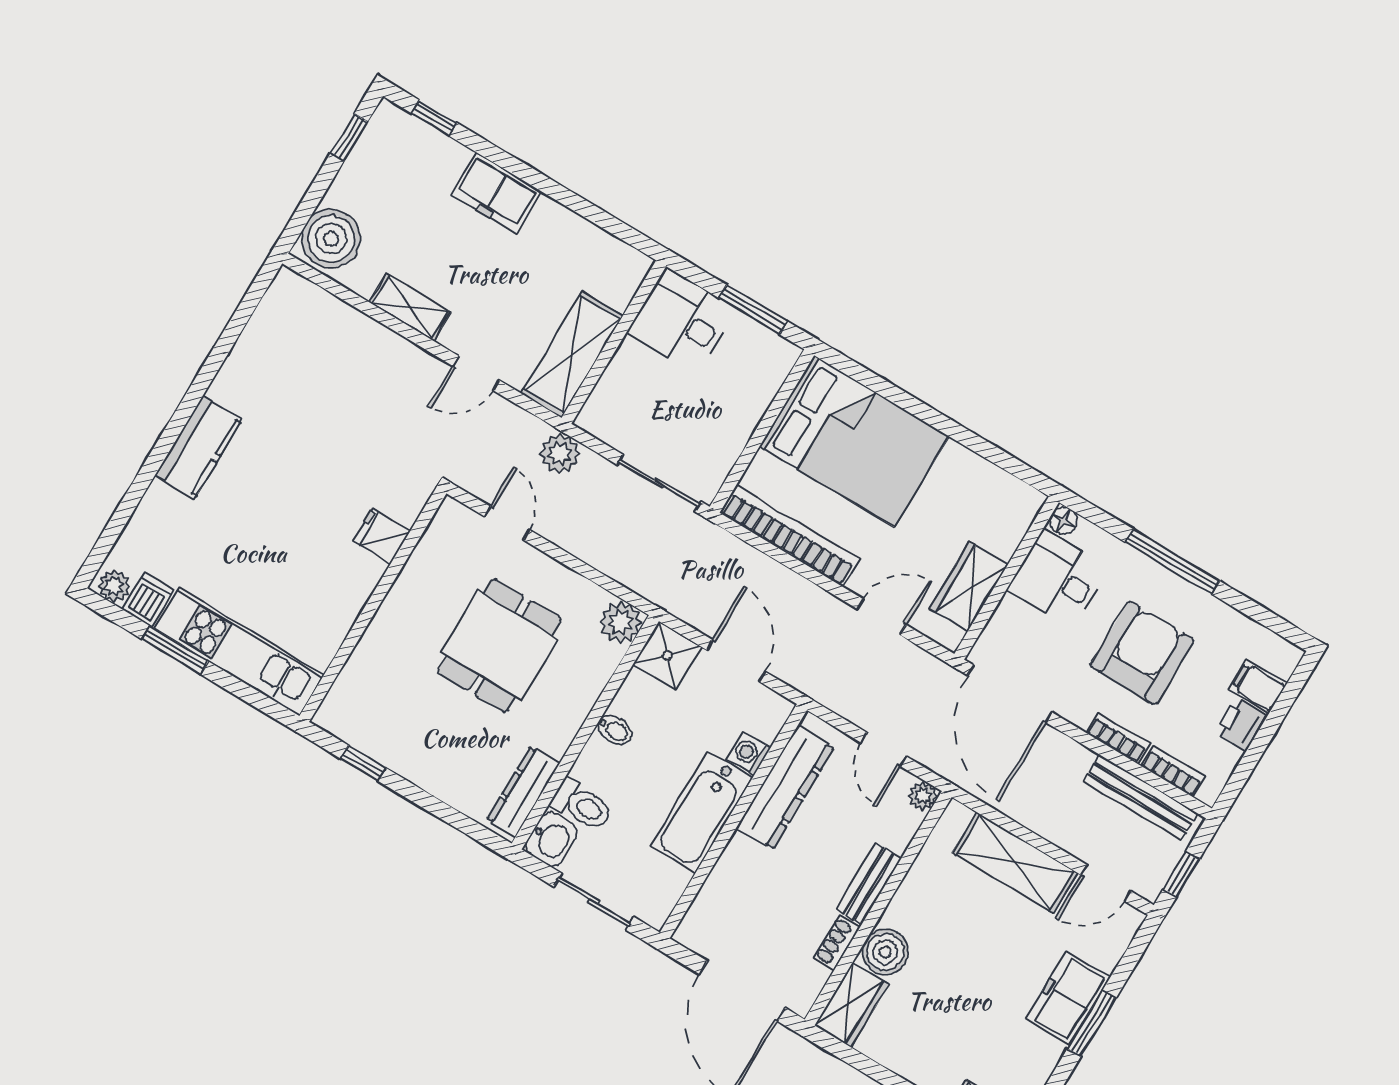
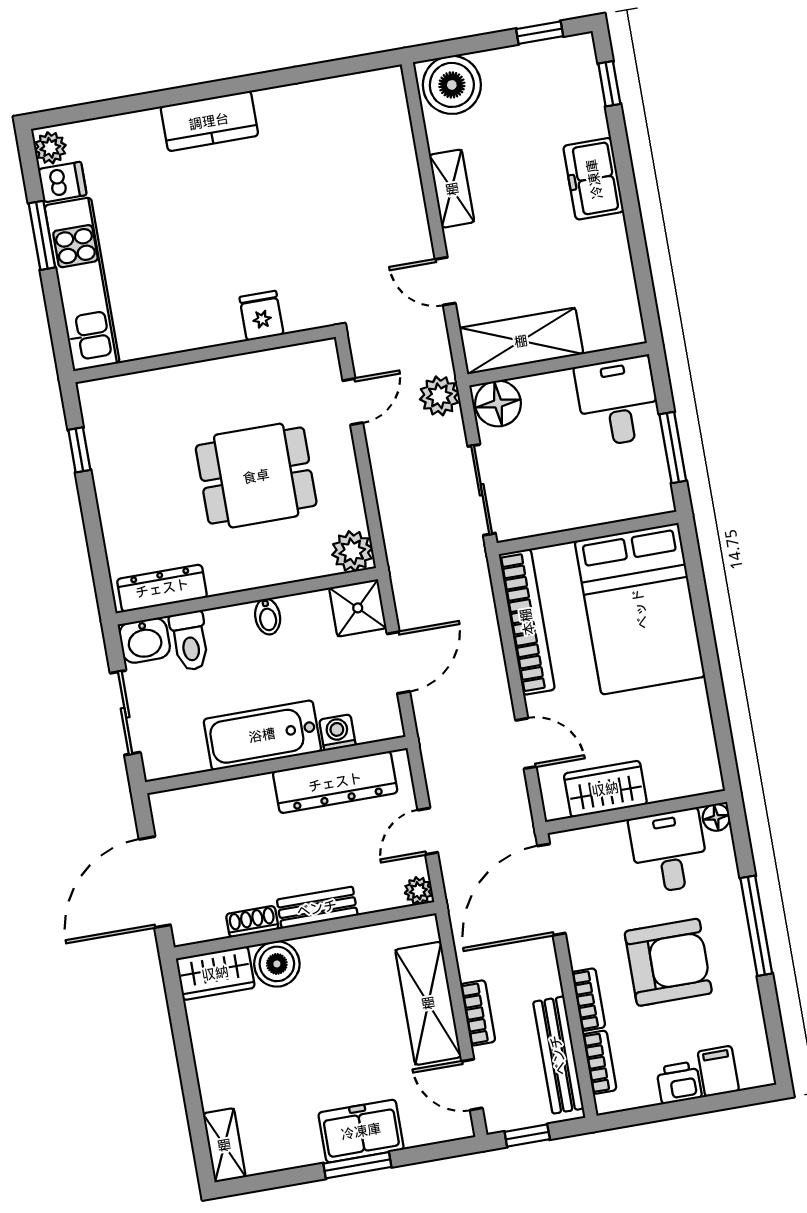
floor lamp: (604, 414) -> (498, 404), added
bookcase: (1055, 831) -> (478, 1013), added

